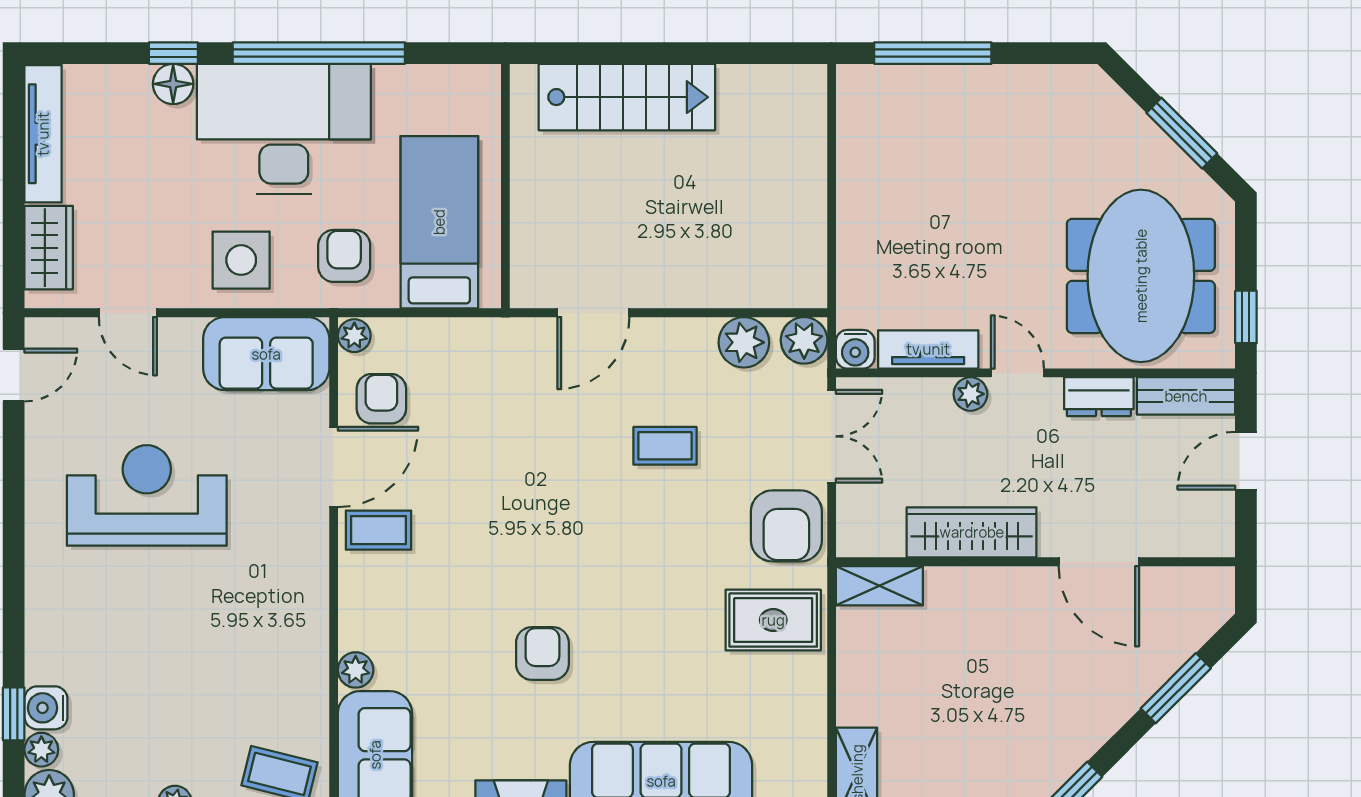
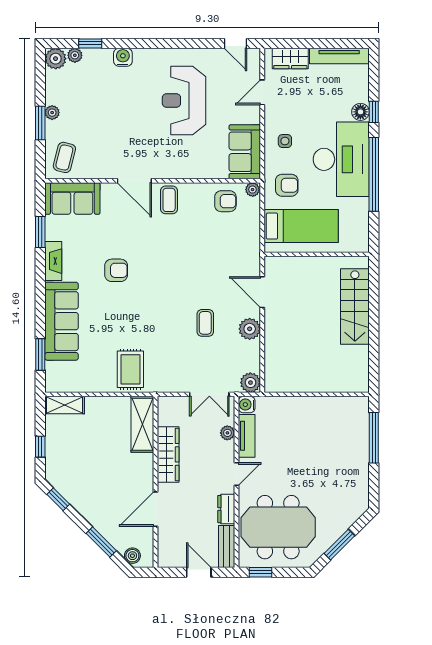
side table: (241, 260) -> (285, 141), width x0.54, depth x0.54
plant: (744, 342) -> (250, 329), moved
plant: (970, 394) -> (227, 433), moved
door: (334, 467) -> (134, 181), moved
reception desk: (147, 495) -> (184, 101), turned 180
armchair: (786, 526) -> (171, 375), removed
shelving: (879, 586) -> (142, 424), width x1.50, depth x1.33
boiler: (1207, 615) -> (132, 556), added
plant: (356, 670) -> (109, 190), removed
water cooler: (46, 708) -> (123, 57), moved

